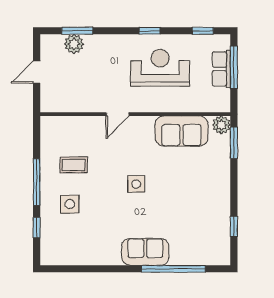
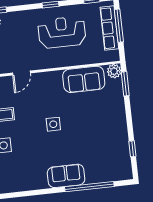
row of seats: (221, 69) -> (109, 28), width x1.48
door: (118, 114) -> (21, 73), moved

